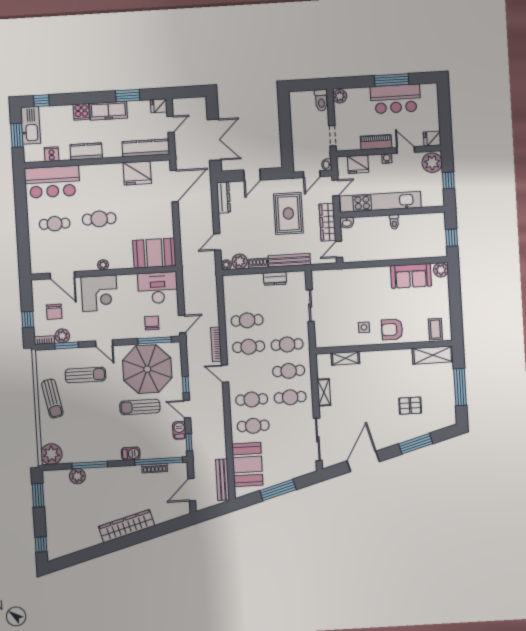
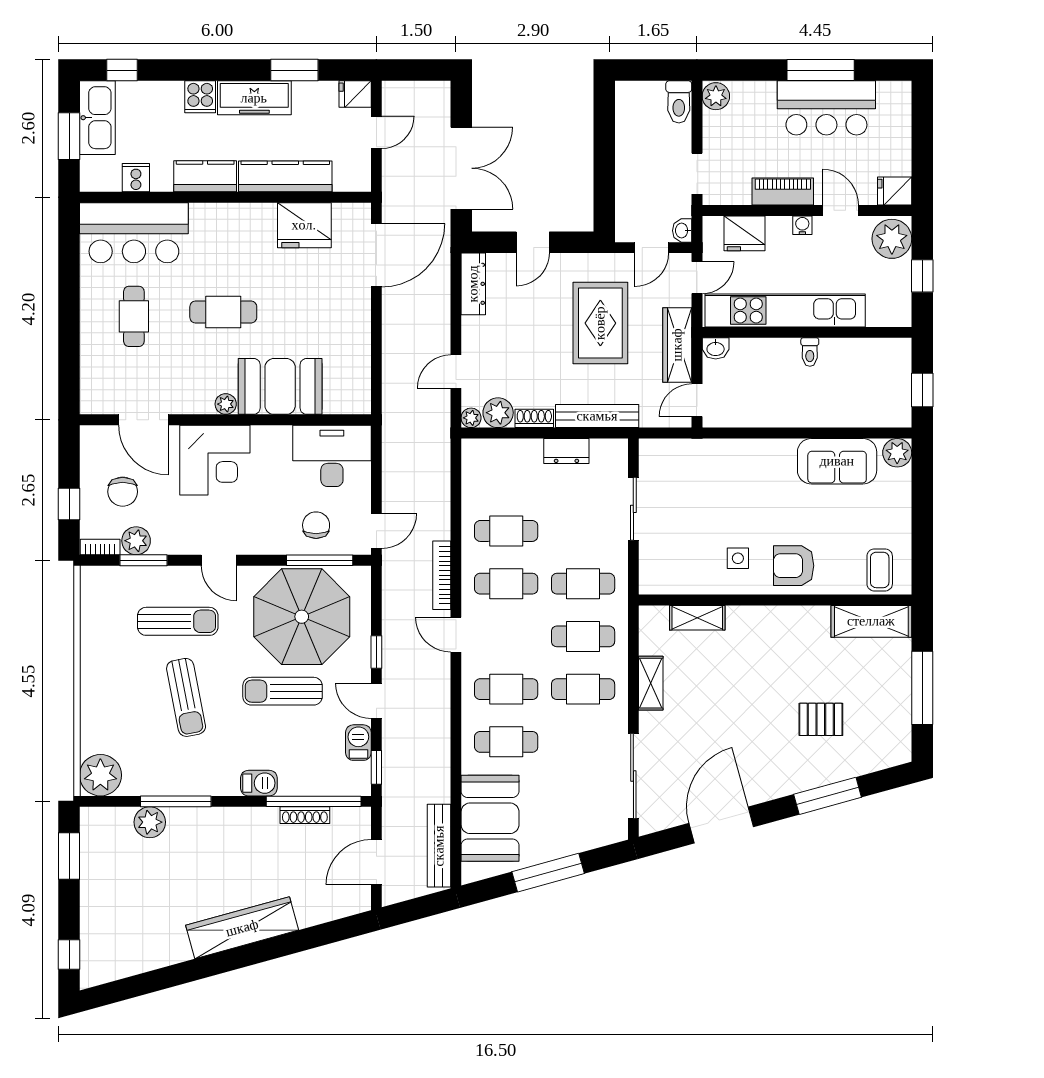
kitchen counter: (146, 148) -> (285, 176), moved
cafe table: (55, 224) -> (134, 316), turned 90
booth: (154, 253) -> (280, 386), moved
sun lounger: (52, 399) -> (186, 697), moved

